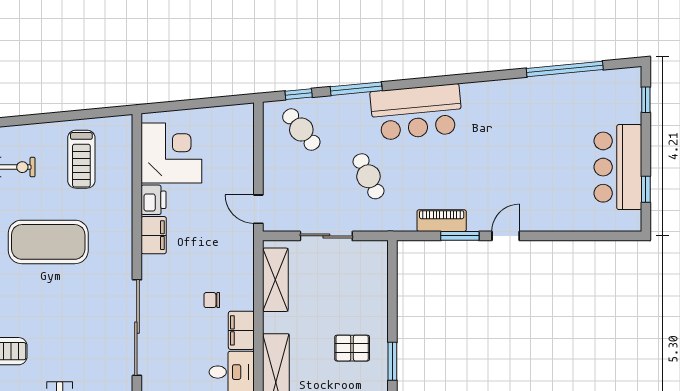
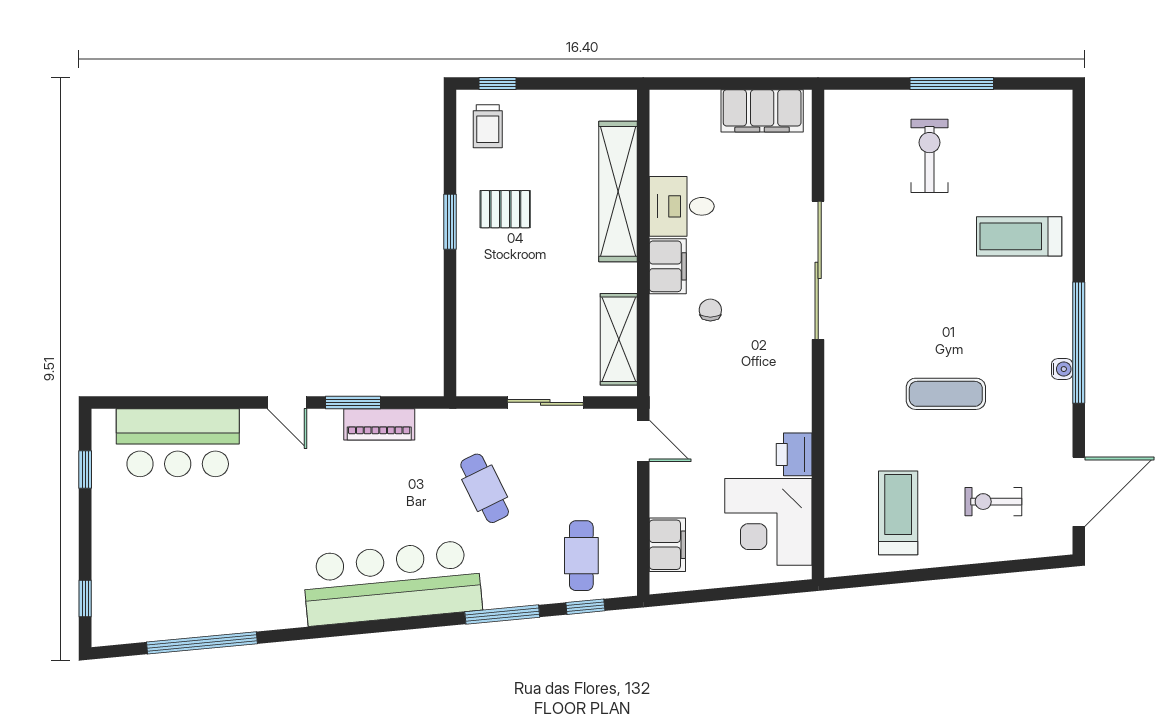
bar counter: (416, 112) -> (392, 583), width x1.36
cafe table: (301, 130) -> (581, 556), turned 39
bar counter: (618, 167) -> (178, 443), moved, turned 90
filing cabinet: (154, 235) -> (667, 545), moved, turned 180
door: (506, 236) -> (287, 402), hinge flipped
exercise mat: (48, 242) -> (946, 394), width x0.50, depth x0.69
chair: (212, 300) -> (710, 310), turned -90
pallet: (352, 348) -> (505, 209), moved

